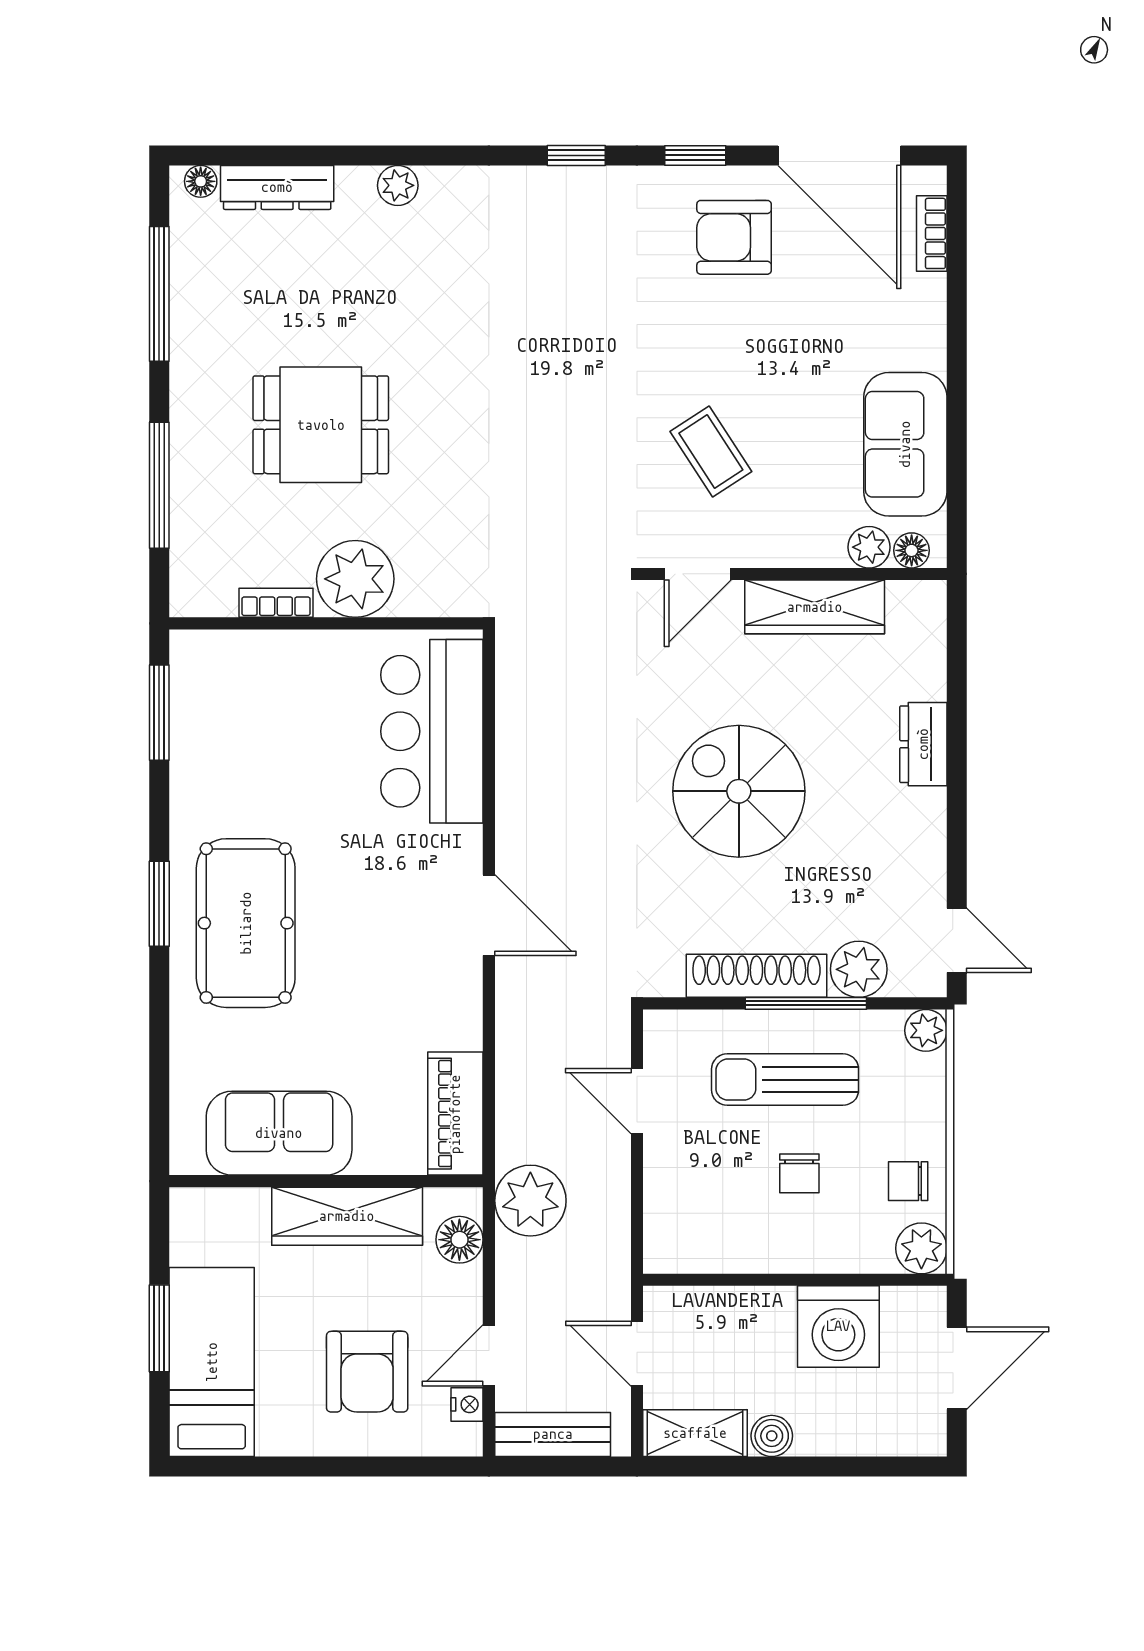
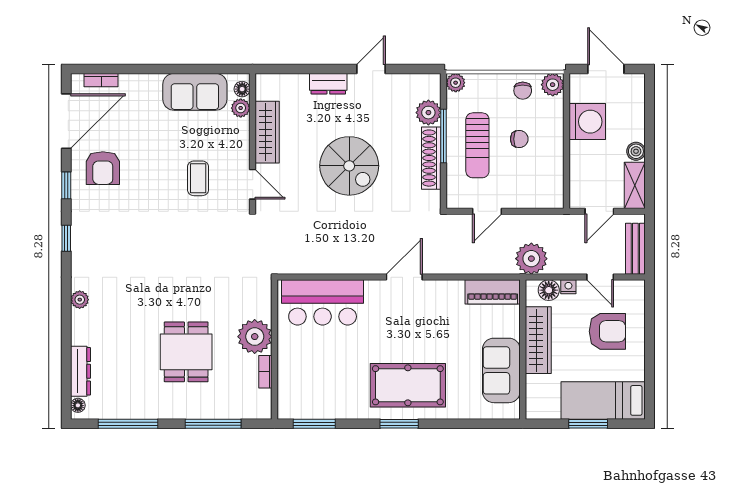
plant: (398, 185) -> (80, 300), moved
coffee table: (711, 452) -> (198, 178), turned -57
spiral stairs: (739, 791) -> (349, 166), turned -90
door: (957, 940) -> (371, 69), moved
nightstand: (467, 1404) -> (568, 287), moved

